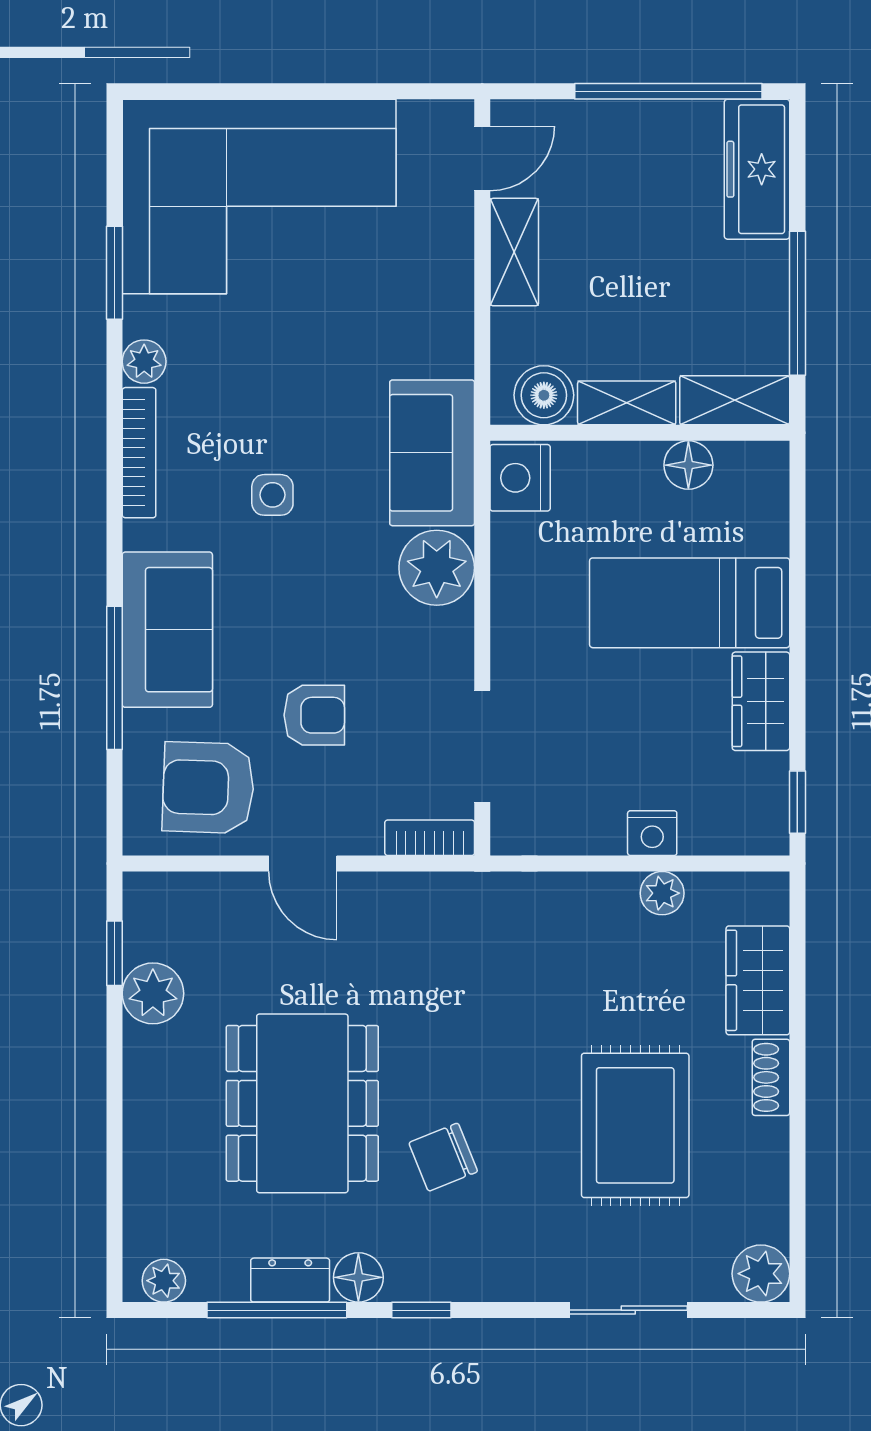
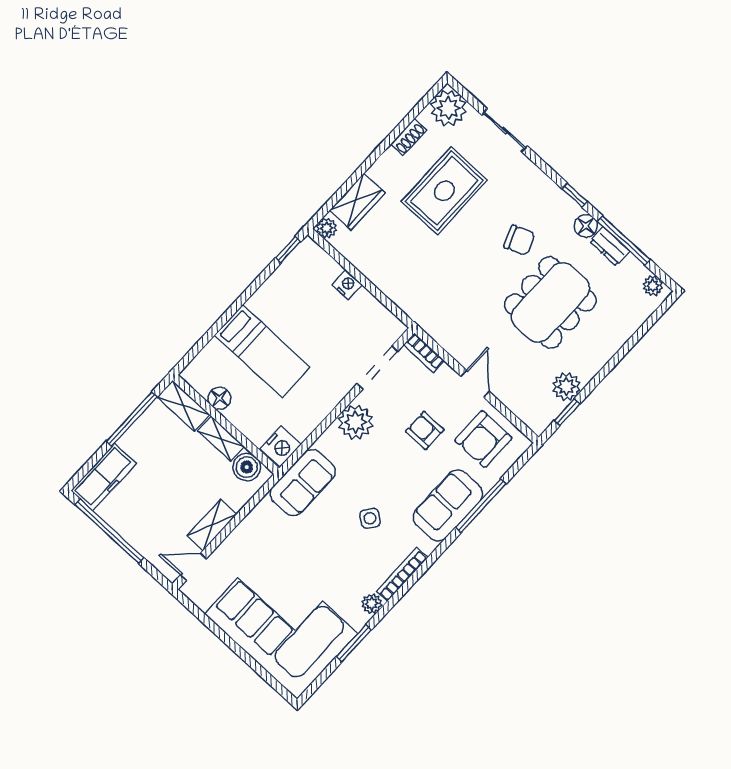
side table: (272, 495) -> (370, 518), turned 38
plant: (437, 568) -> (355, 422), moved
wardrobe: (761, 701) -> (269, 295), removed
armchair: (208, 788) -> (483, 439), turned 88
plant: (662, 893) -> (327, 228), moved
shoe rack: (771, 1077) -> (409, 137), moved
plant: (761, 1274) -> (448, 108), width x1.36, depth x1.36

